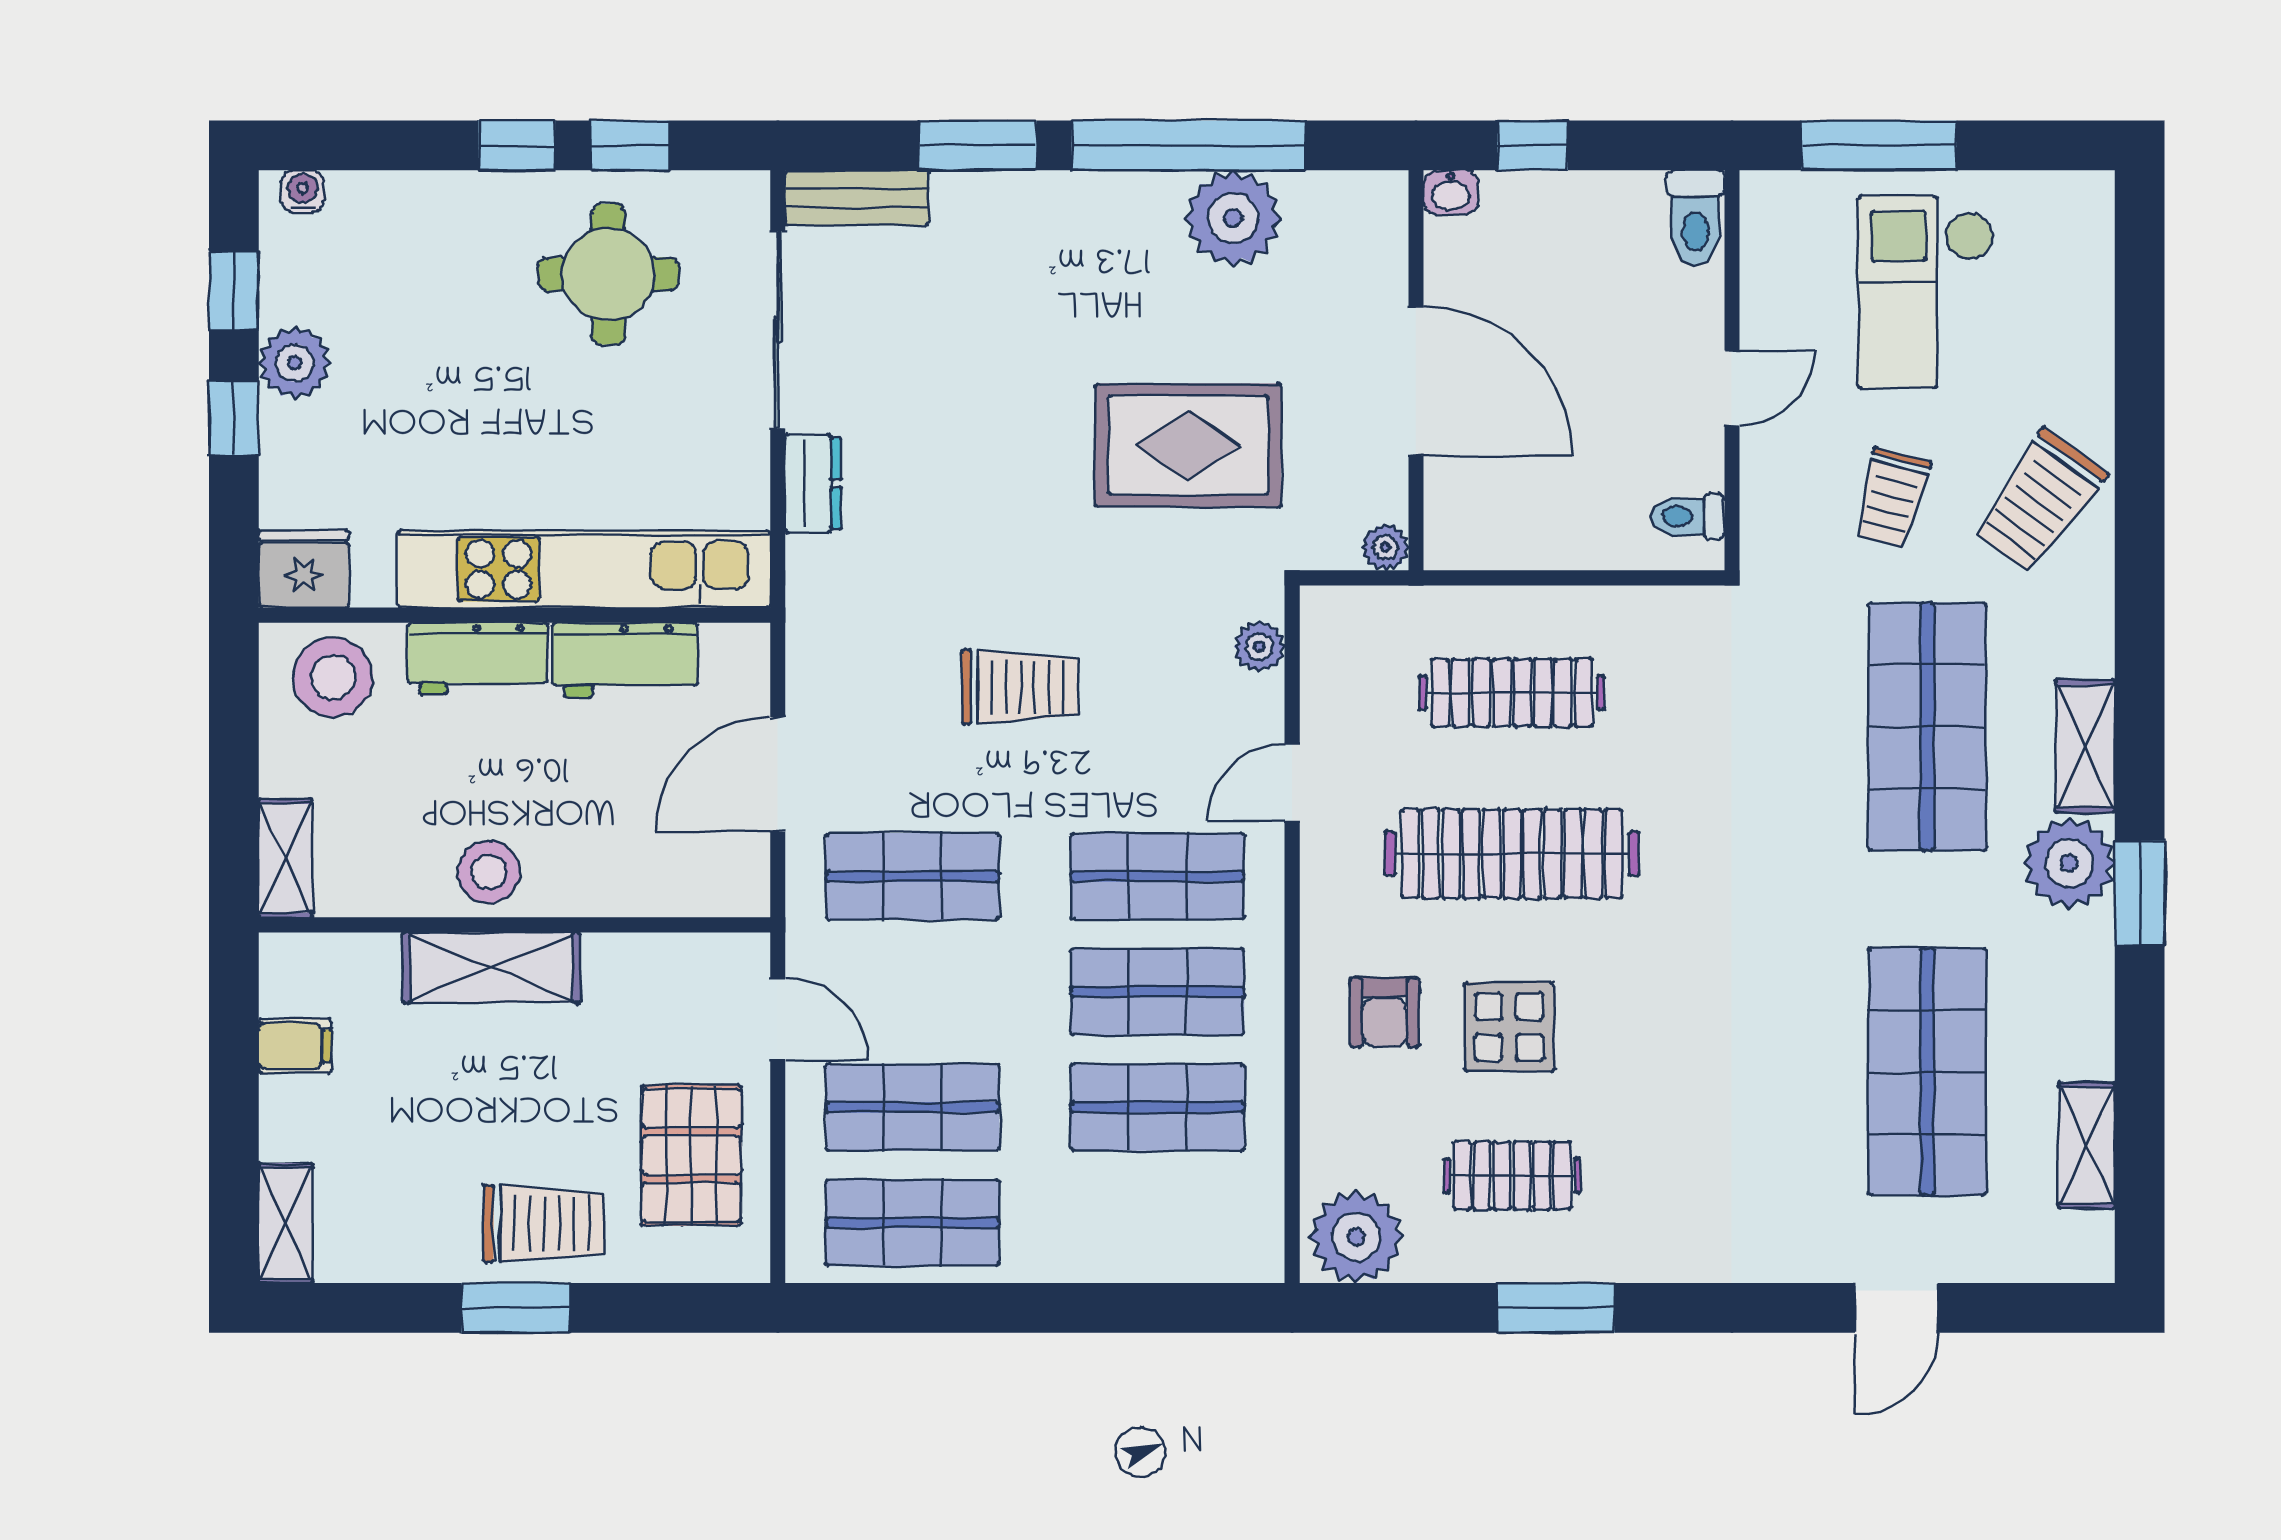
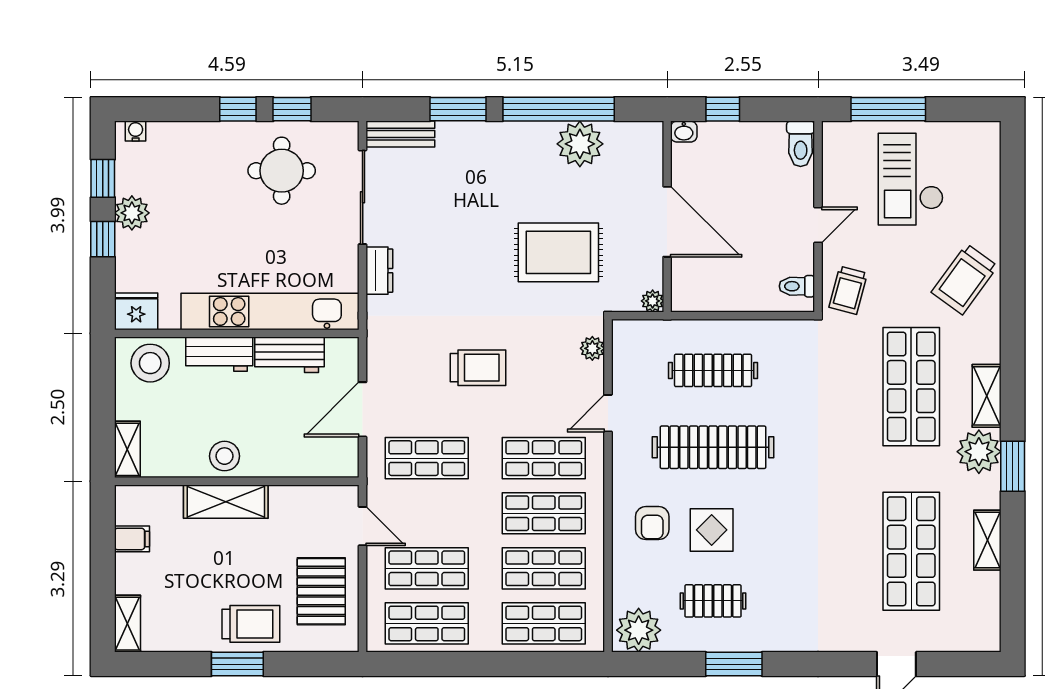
trolley: (1892, 498) -> (848, 290), moved
shelving: (2087, 1145) -> (987, 540), moved
shop shelf: (1157, 1223) -> (544, 623), added

